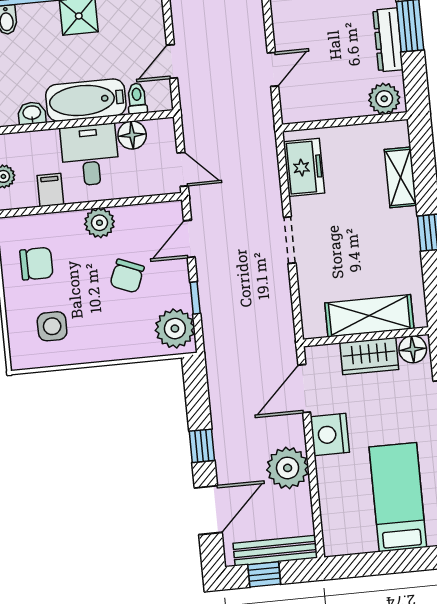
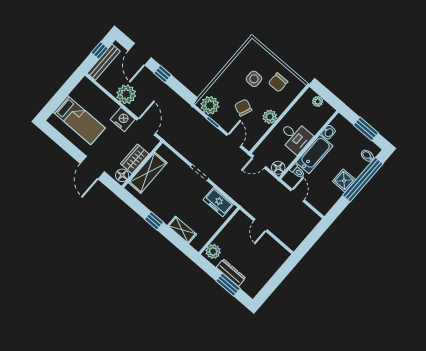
floor lamp: (132, 135) -> (278, 168), moved
filing cabinet: (50, 190) -> (297, 112), removed
side table: (52, 326) -> (254, 79), moved

